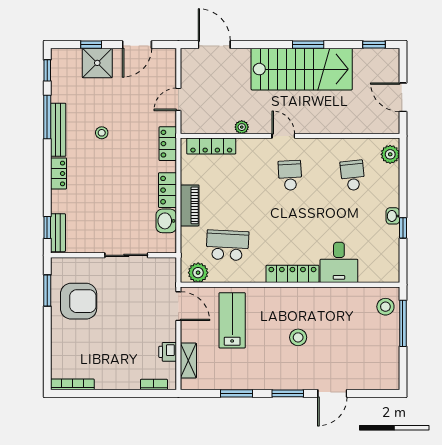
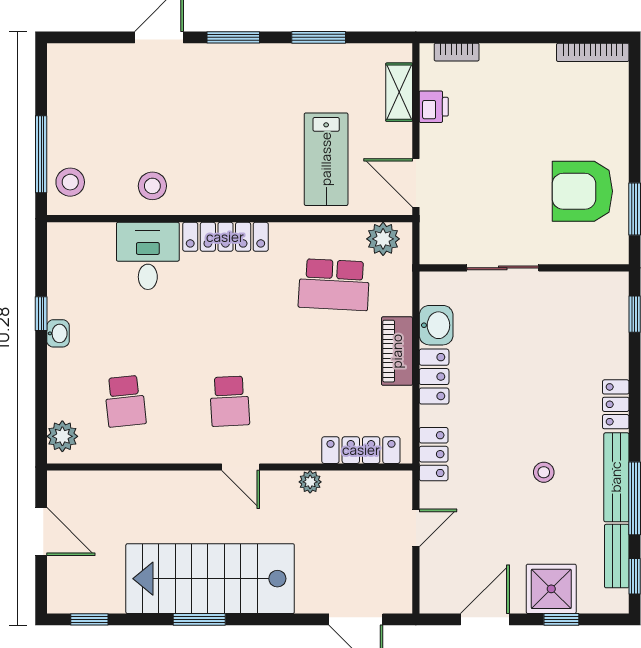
bench: (58, 233) -> (617, 556), moved
stool: (298, 337) -> (152, 186), moved

